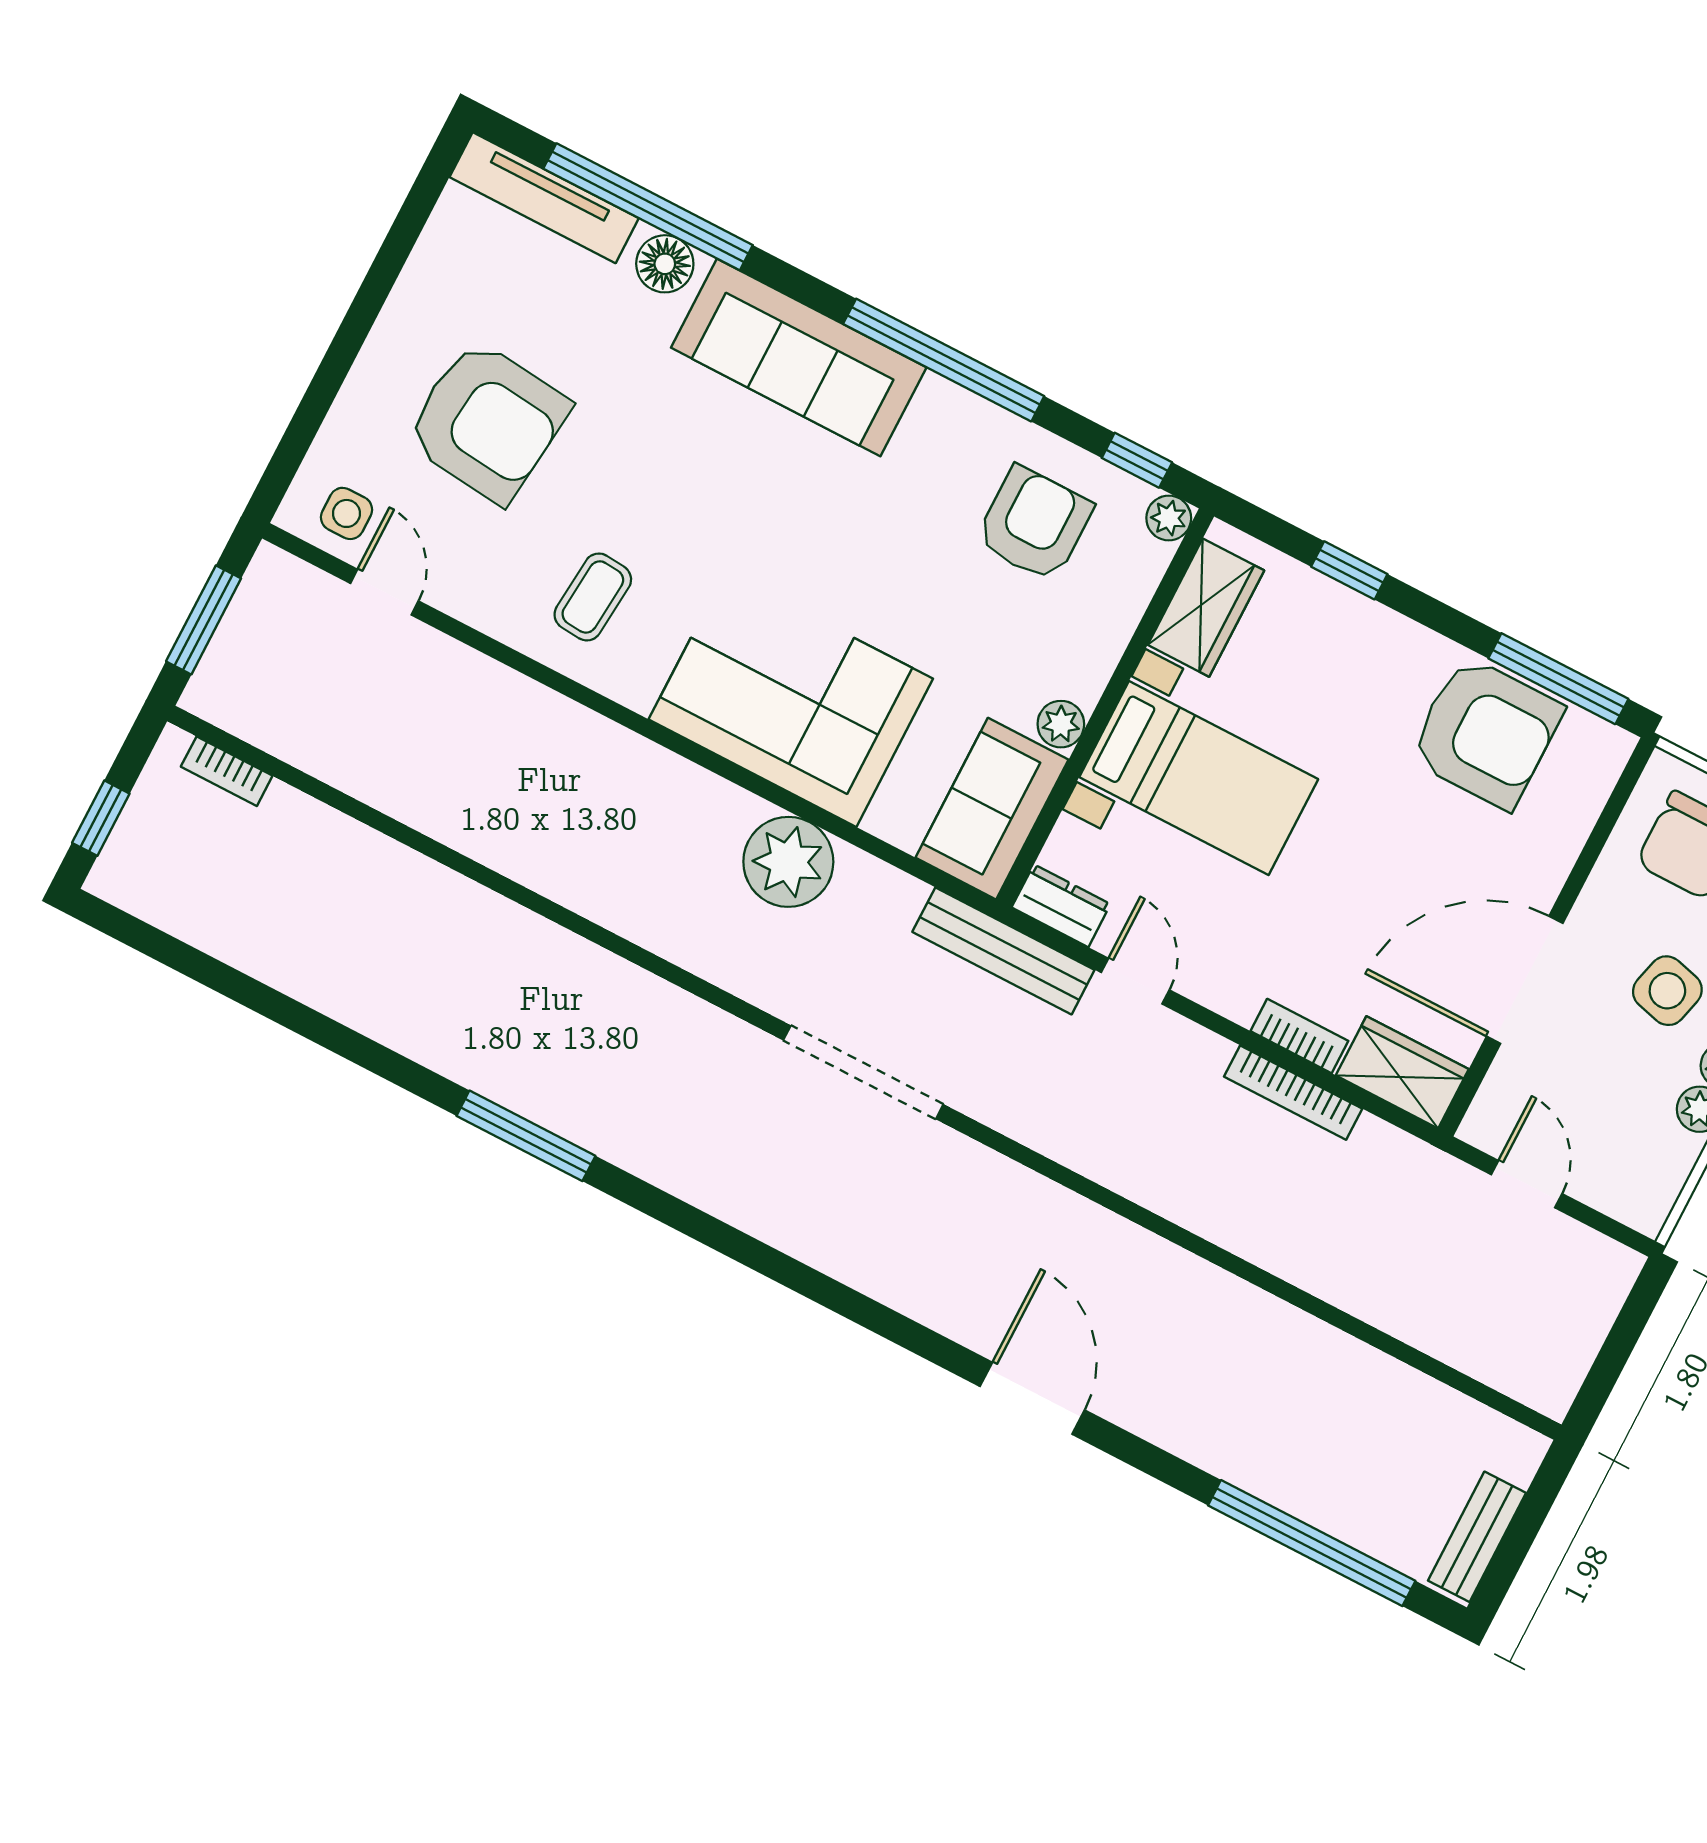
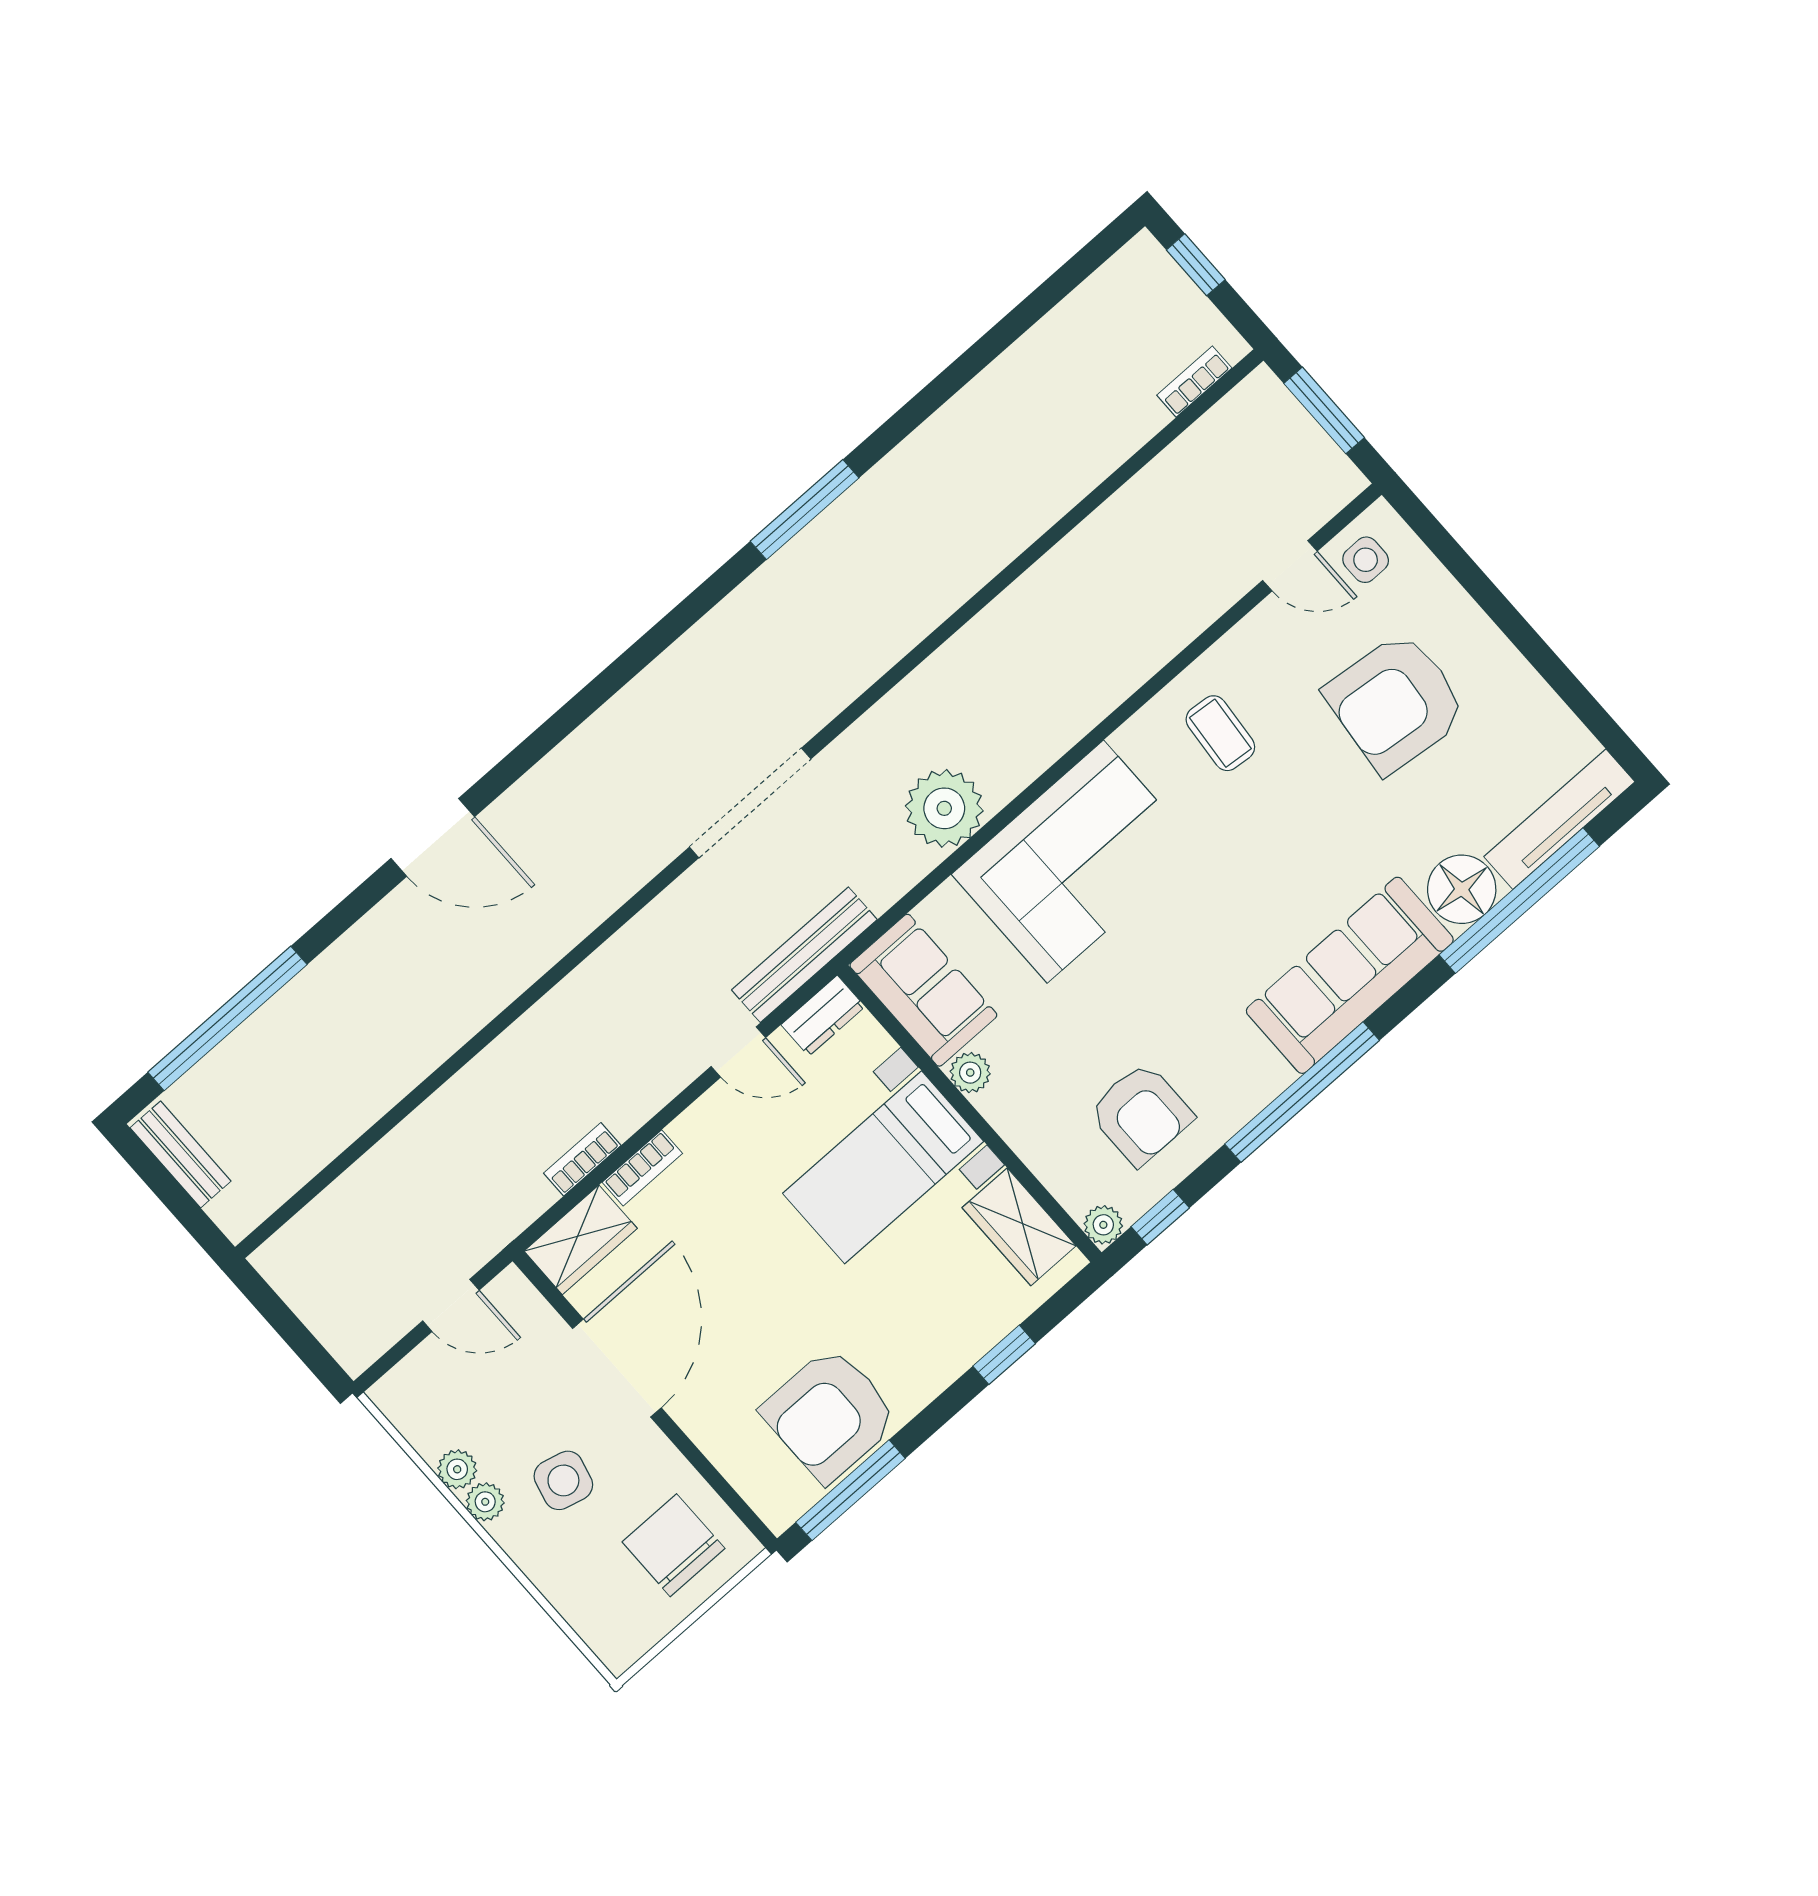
floor lamp: (665, 264) -> (1462, 889), width x1.38, depth x1.38
bookcase: (1293, 1093) -> (582, 1159), width x0.64

